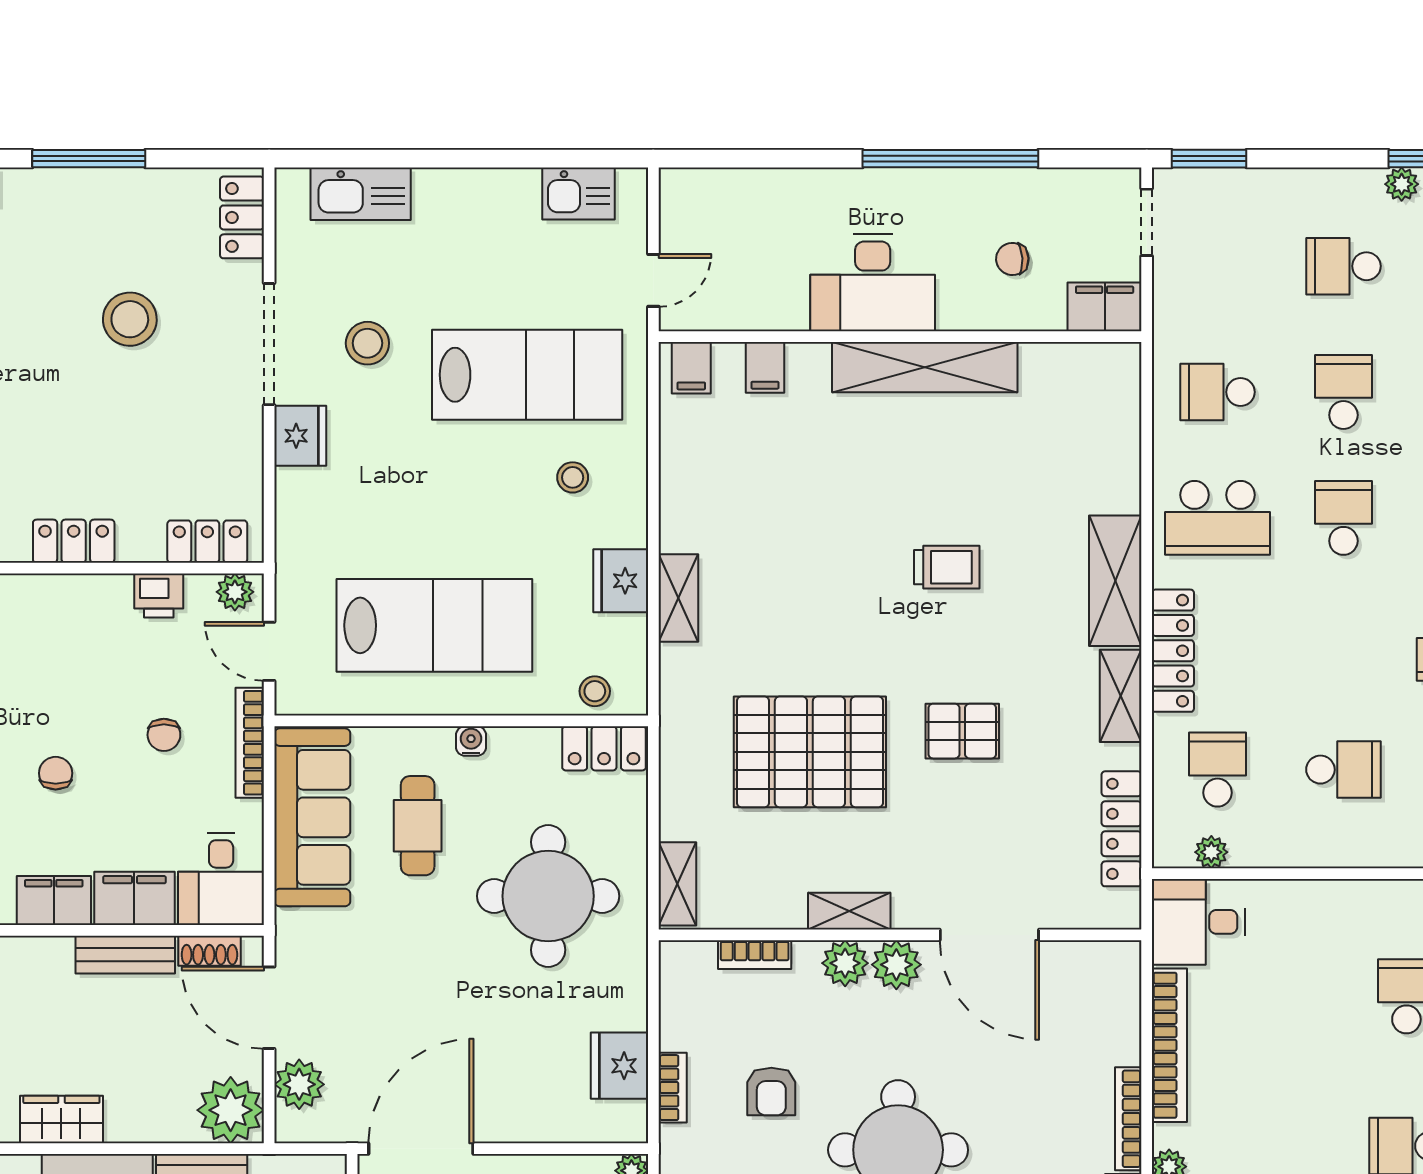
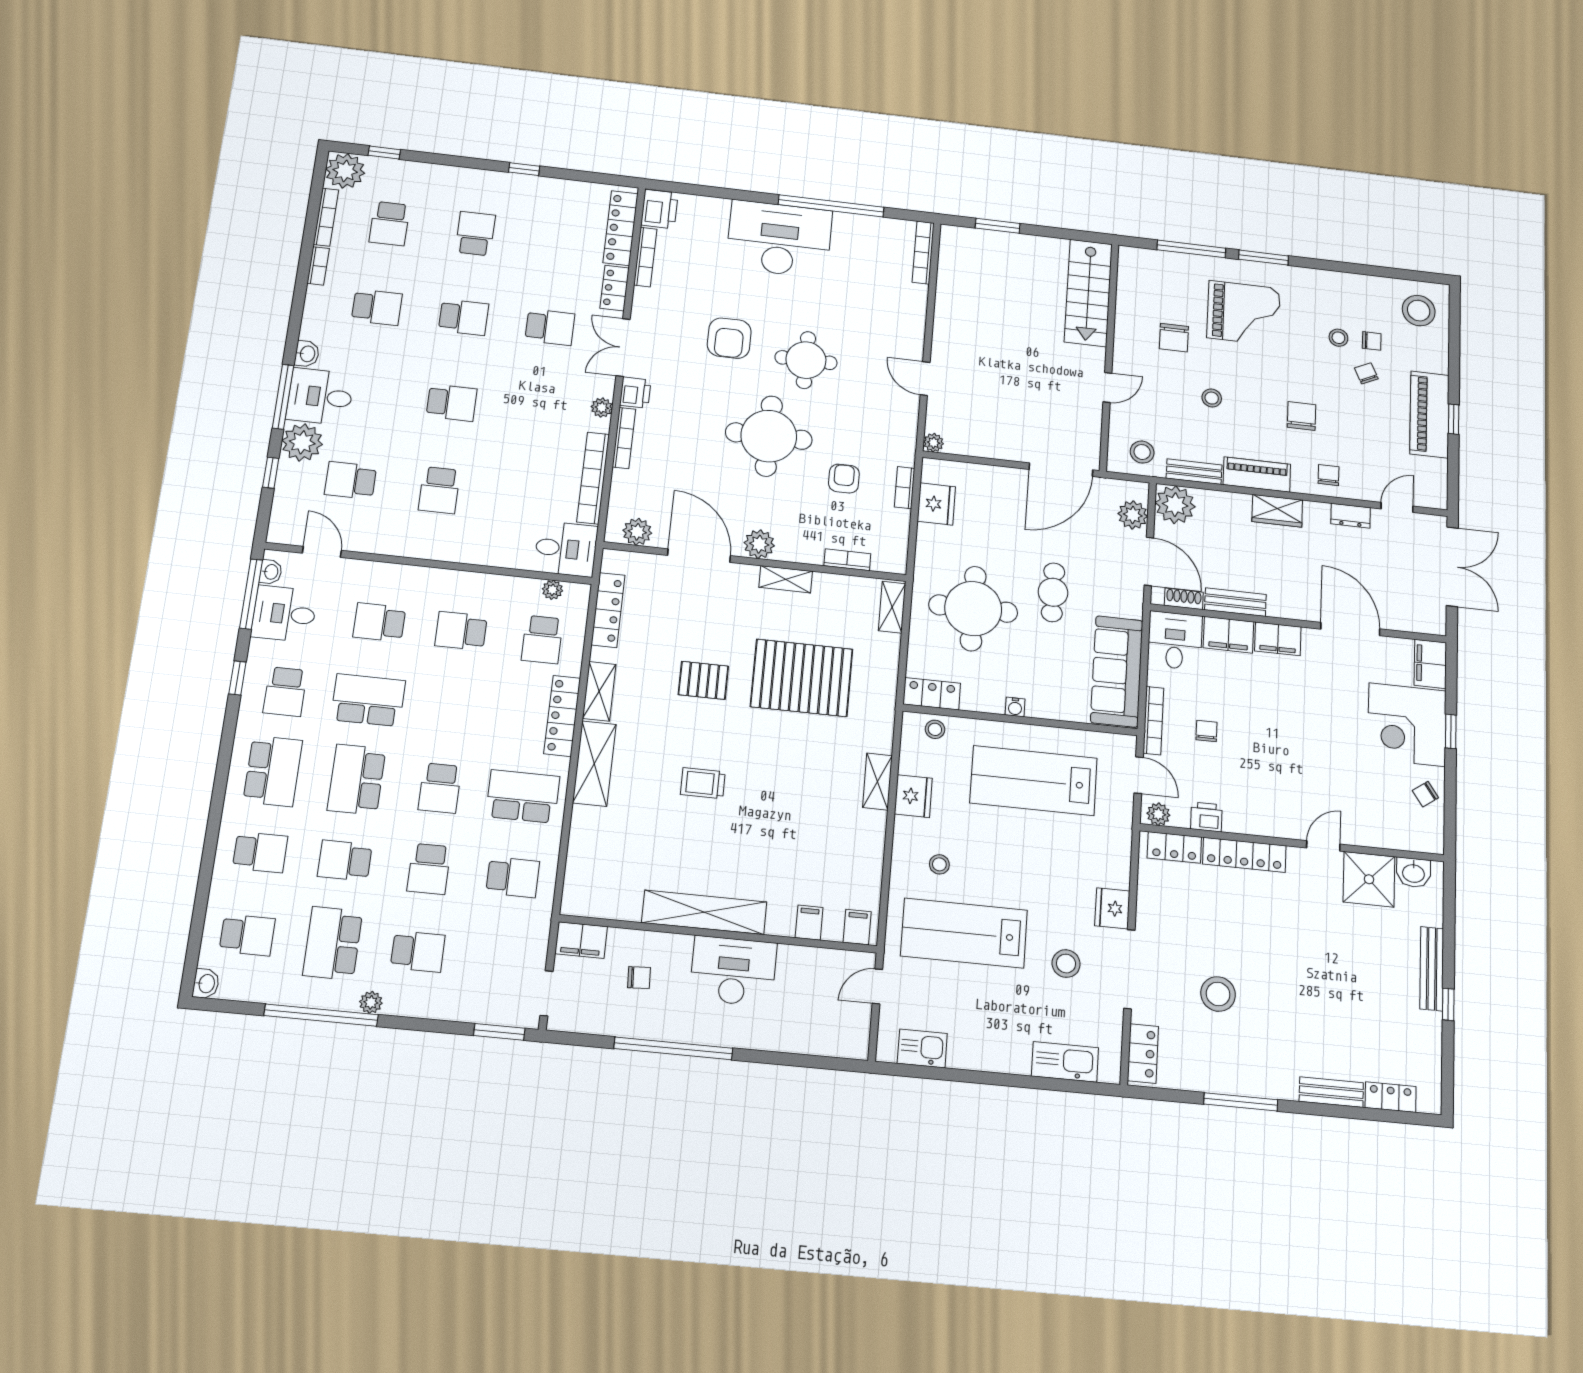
locker: (74, 541) -> (1244, 855), width x1.53
chair: (56, 773) -> (1274, 715), removed
cafe table: (418, 826) -> (1053, 592), moved
plant: (845, 963) -> (637, 532), moved

